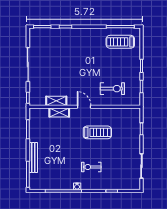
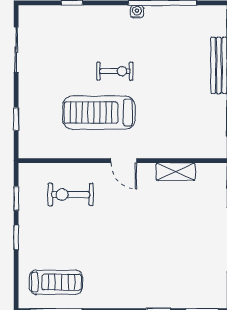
shelving: (59, 113) -> (170, 150), removed
treadmill: (97, 132) -> (99, 113), width x1.37, depth x1.38
exercise bike: (91, 167) -> (115, 71), moved

